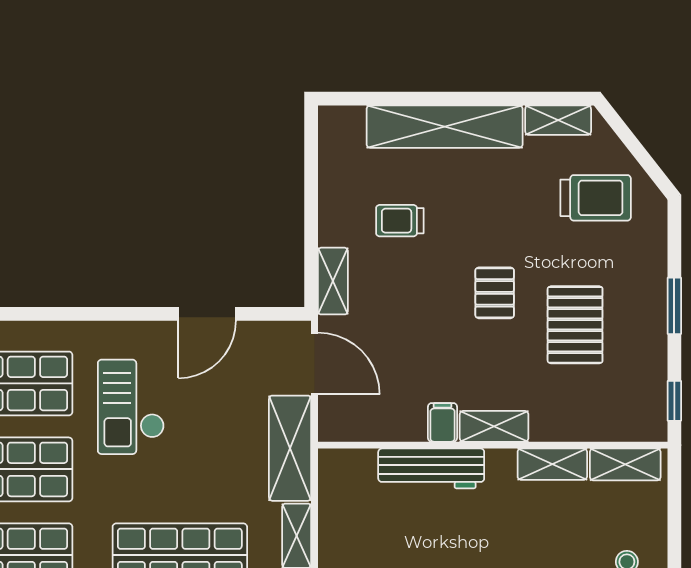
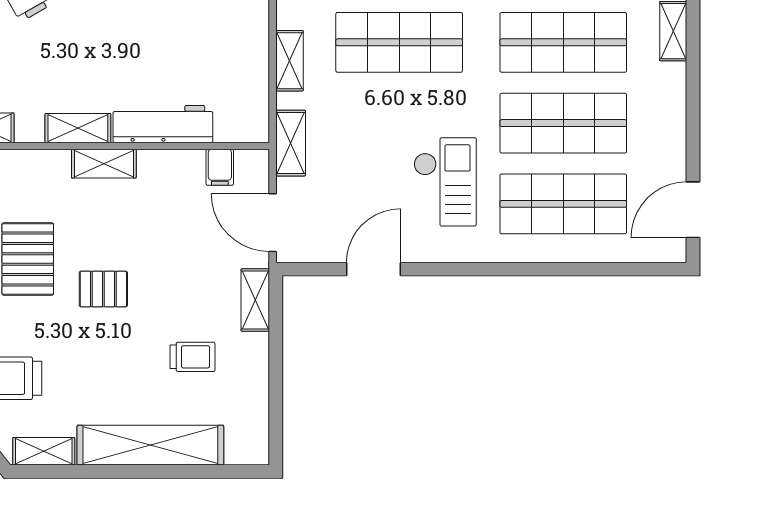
pallet: (495, 293) -> (103, 289), turned 90
filing cabinet: (442, 422) -> (220, 167), moved
shelving: (290, 448) -> (291, 143), width x0.67, depth x0.75
shelving: (552, 464) -> (78, 128), moved

